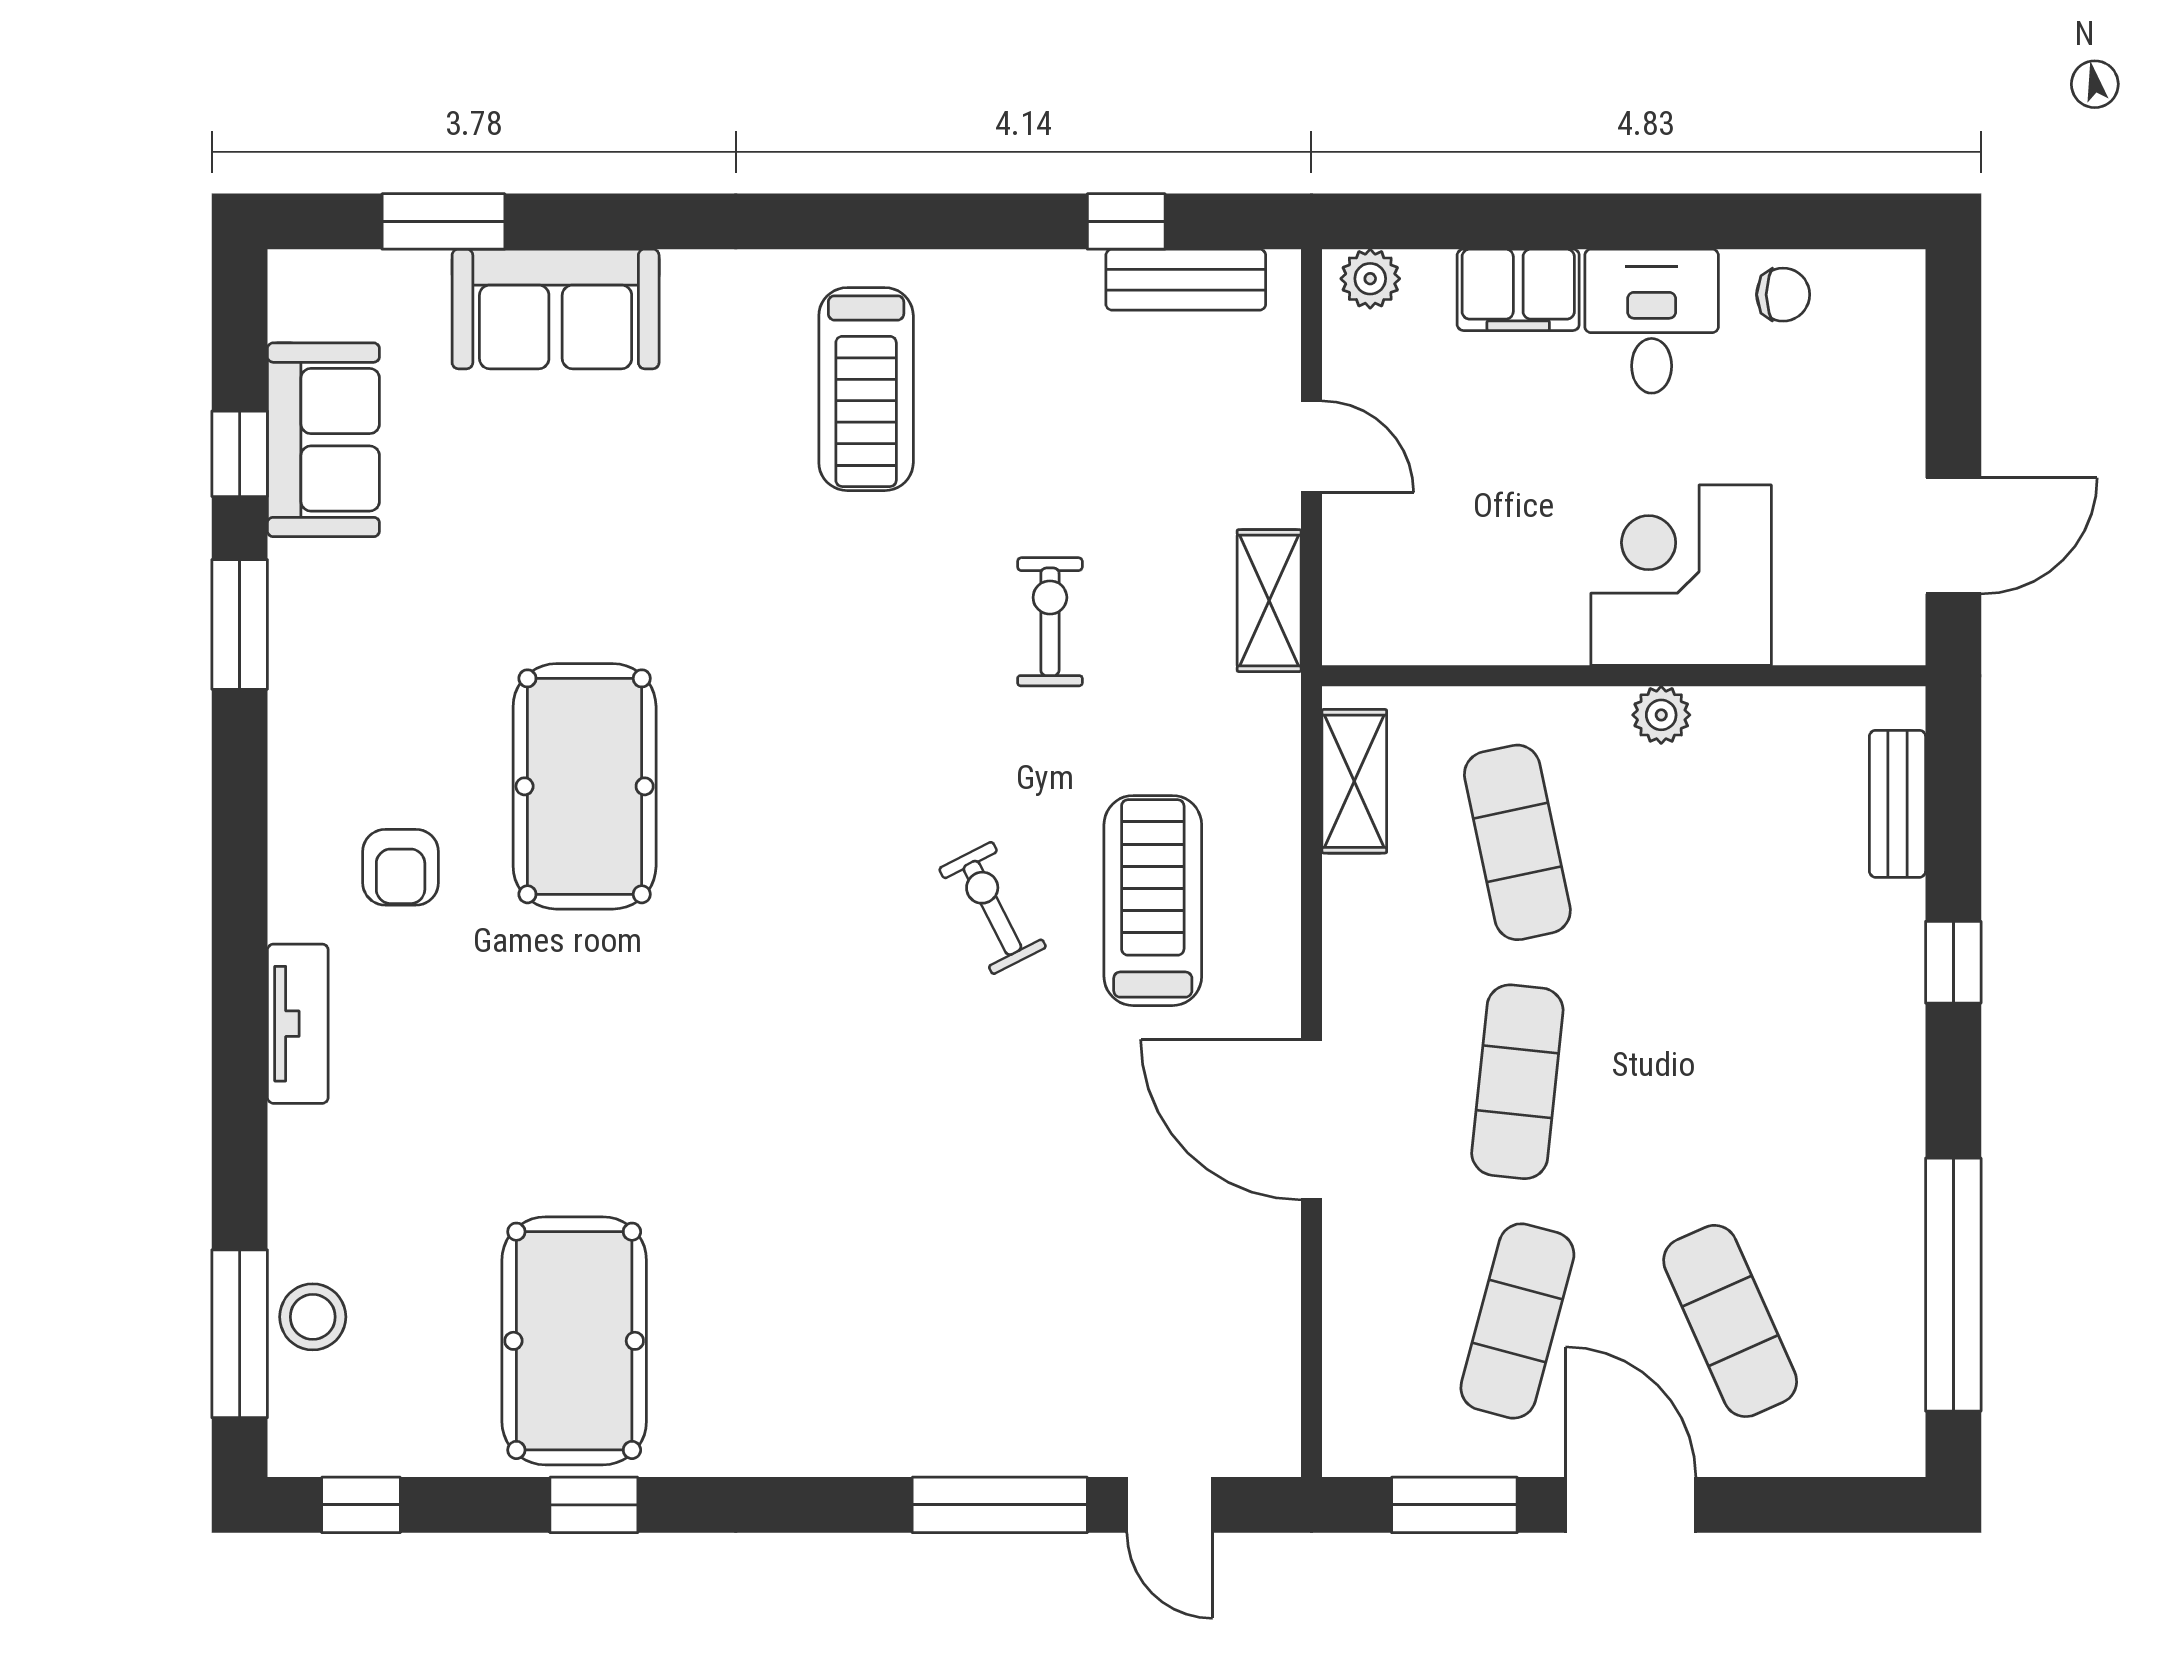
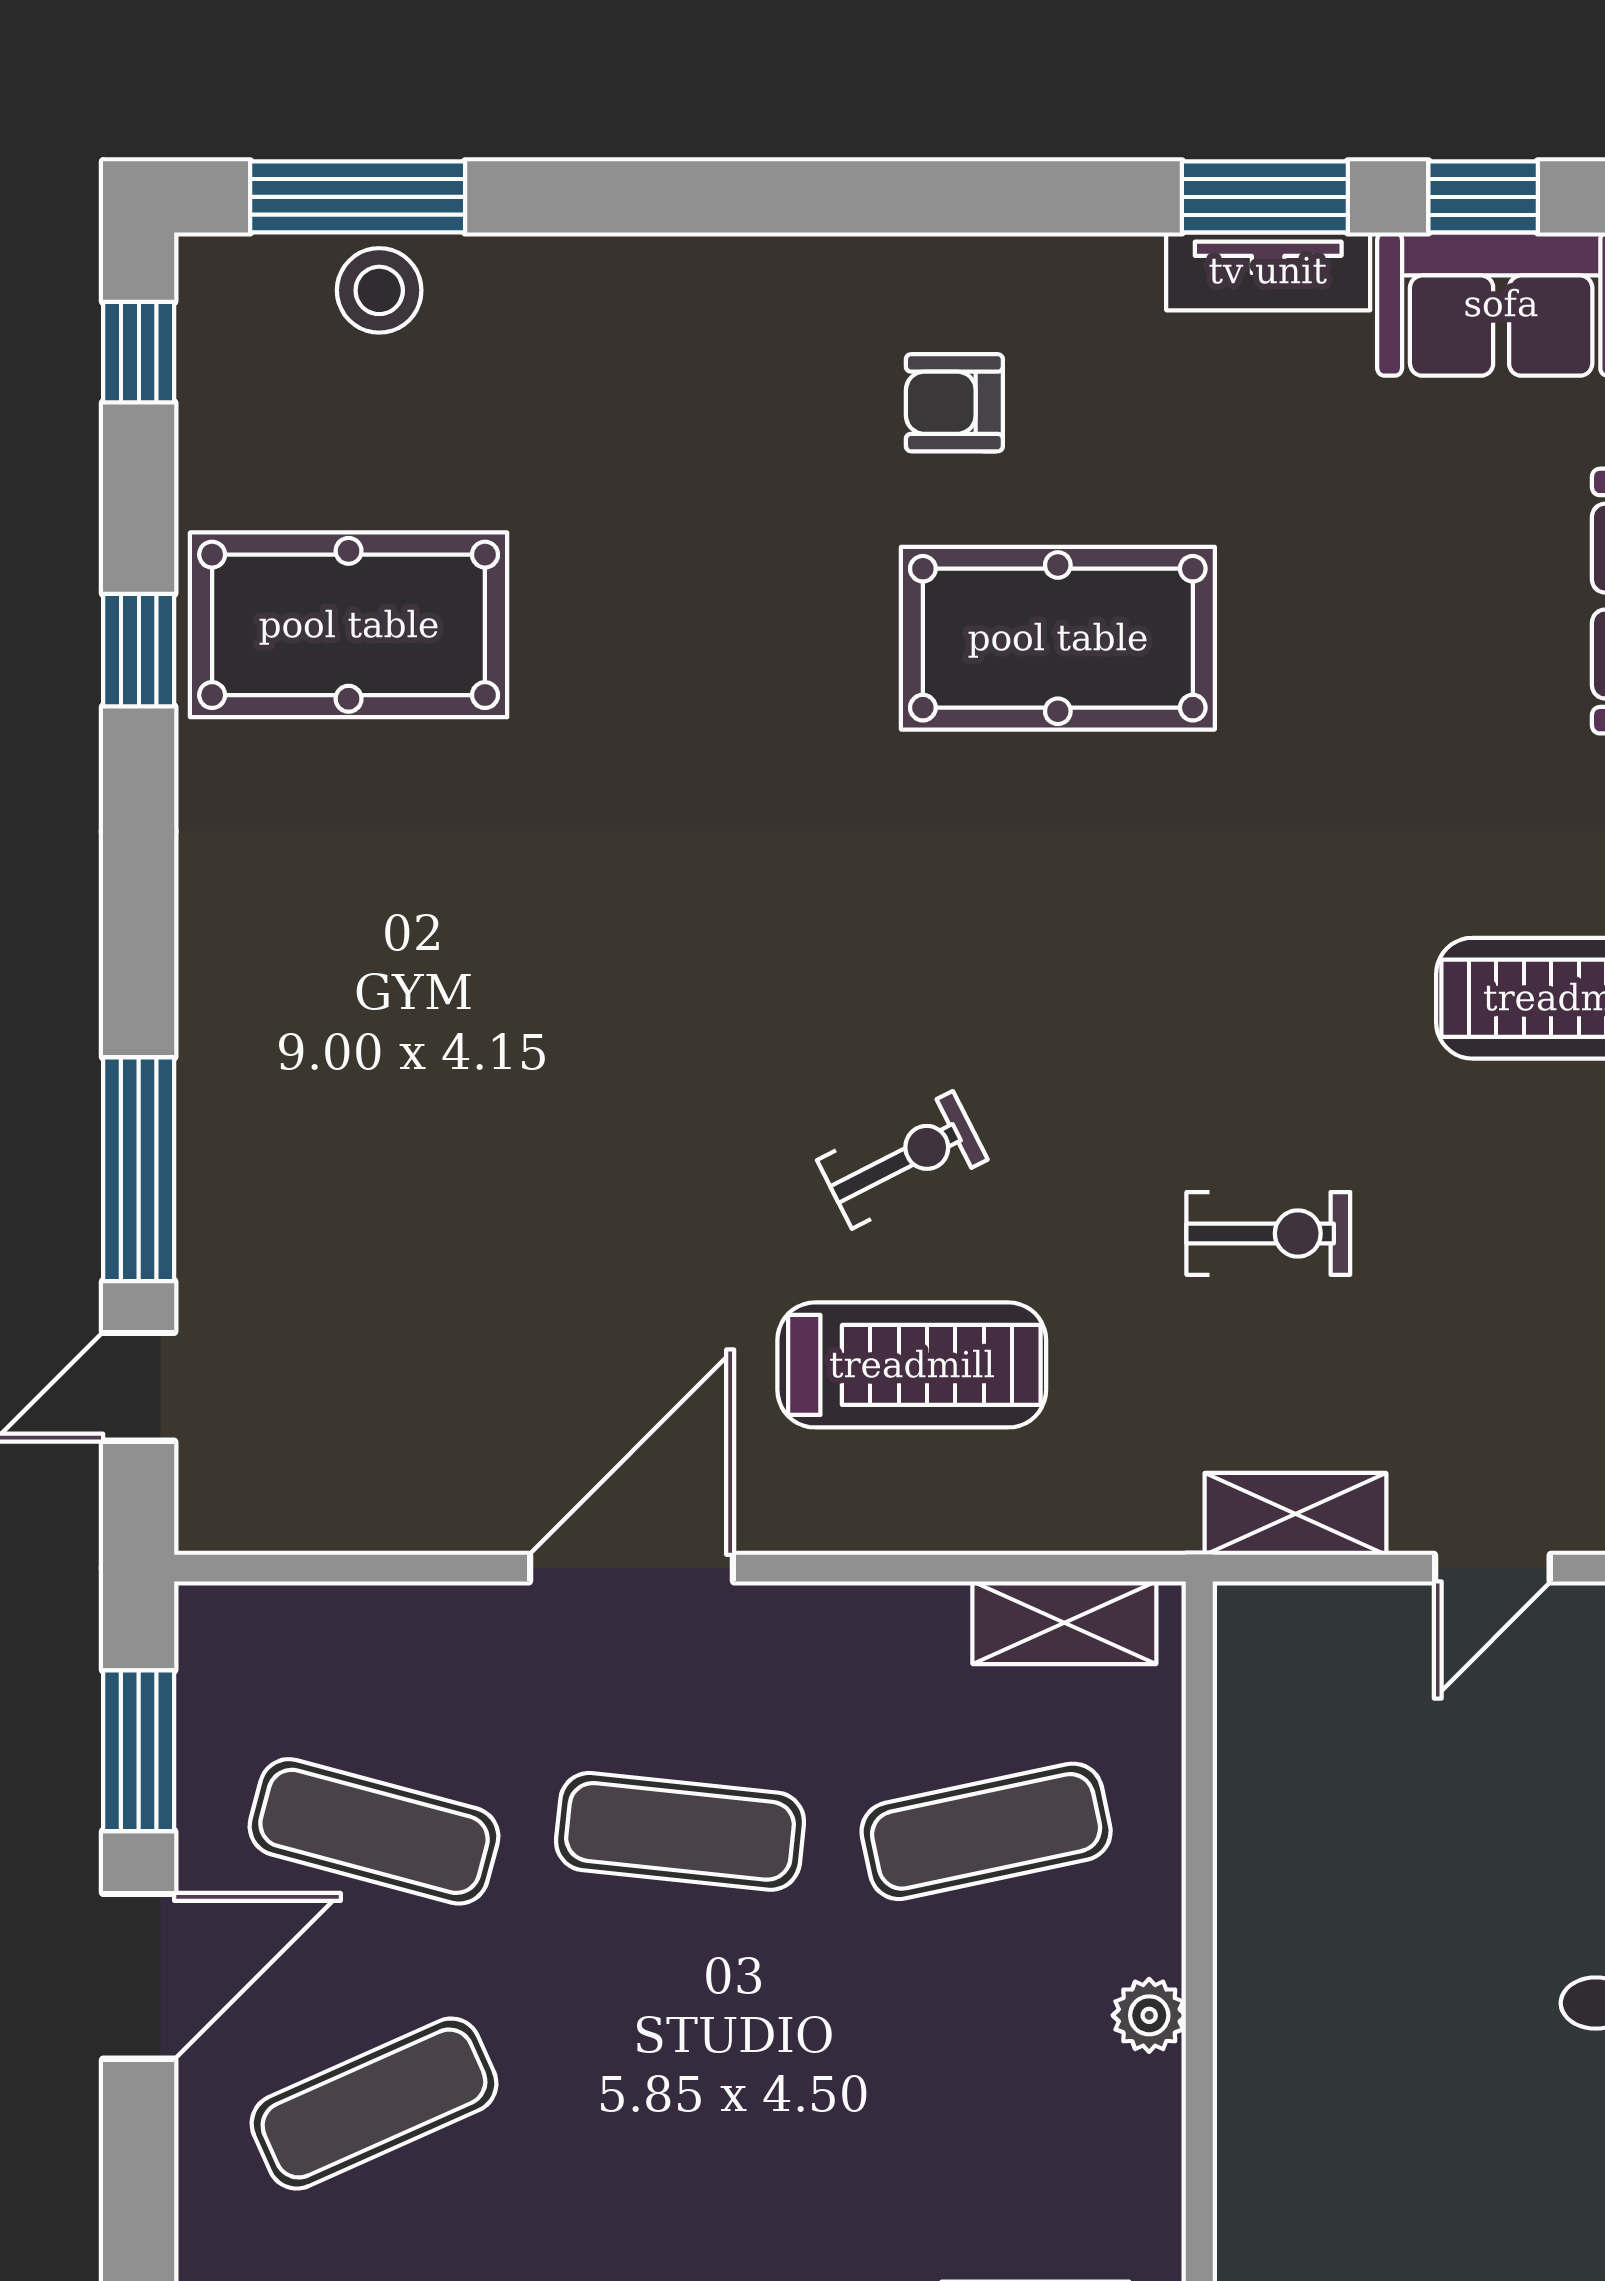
corner desk: (1681, 575) -> (1328, 2041), removed
tv unit: (298, 1024) -> (1268, 271), moved

